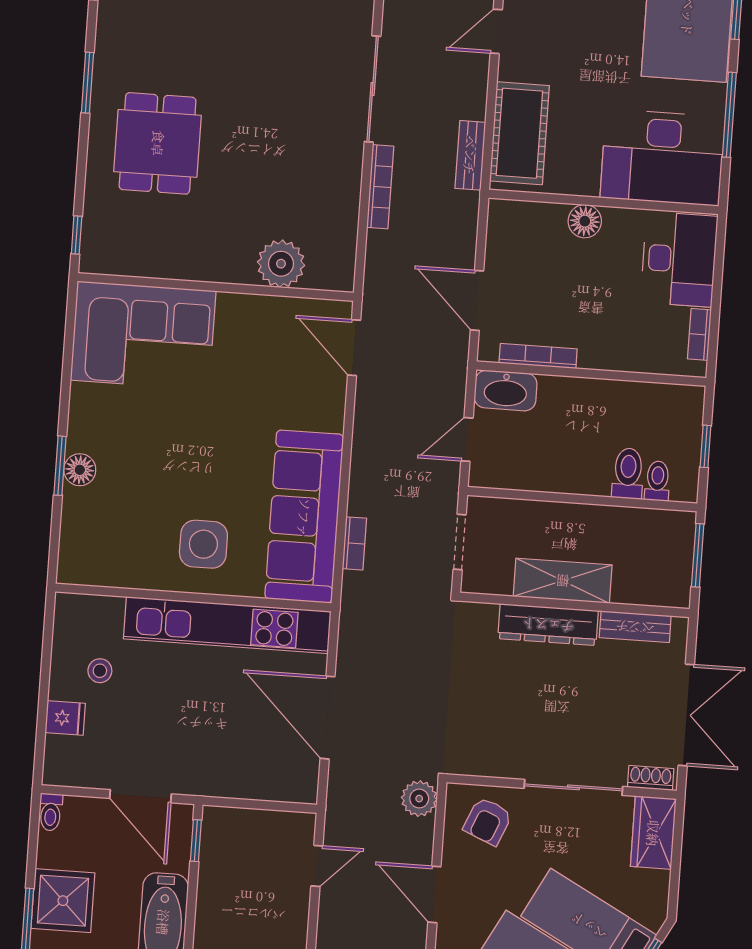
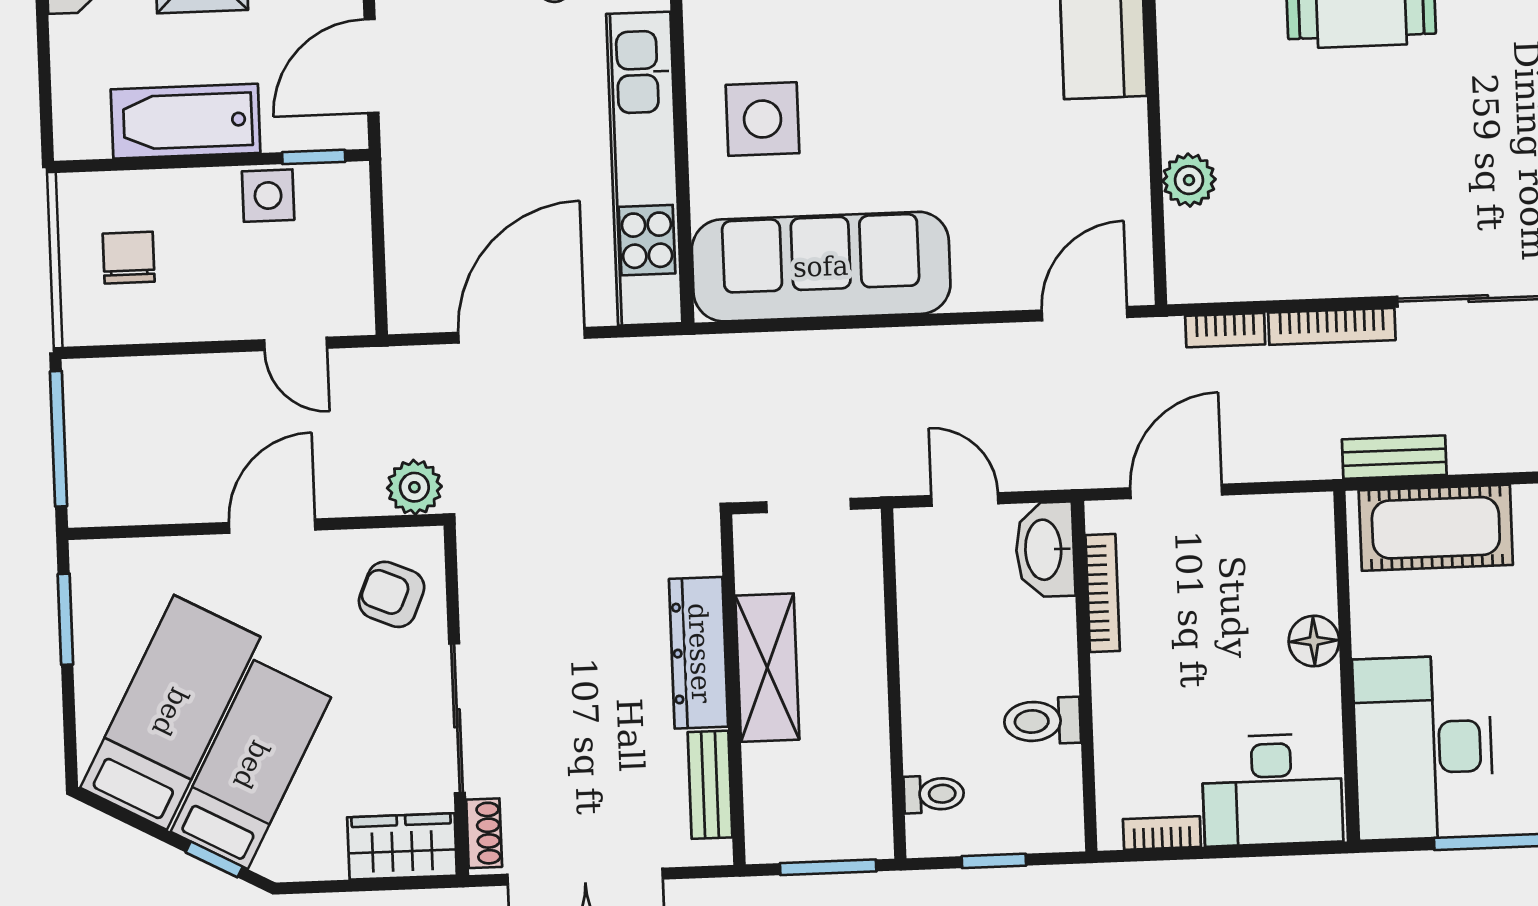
plant: (281, 264) -> (1189, 180), width x0.73, depth x0.73
toilet: (628, 473) -> (1042, 721), moved, turned 180
bookcase: (354, 543) -> (1225, 330), moved
side table: (218, 873) -> (268, 196), added

